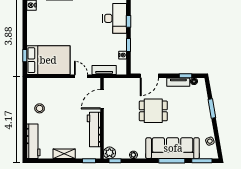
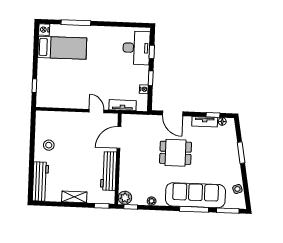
bed: (48, 60) -> (62, 48), moved, width x0.67
door: (149, 76) -> (173, 113), hinge flipped

